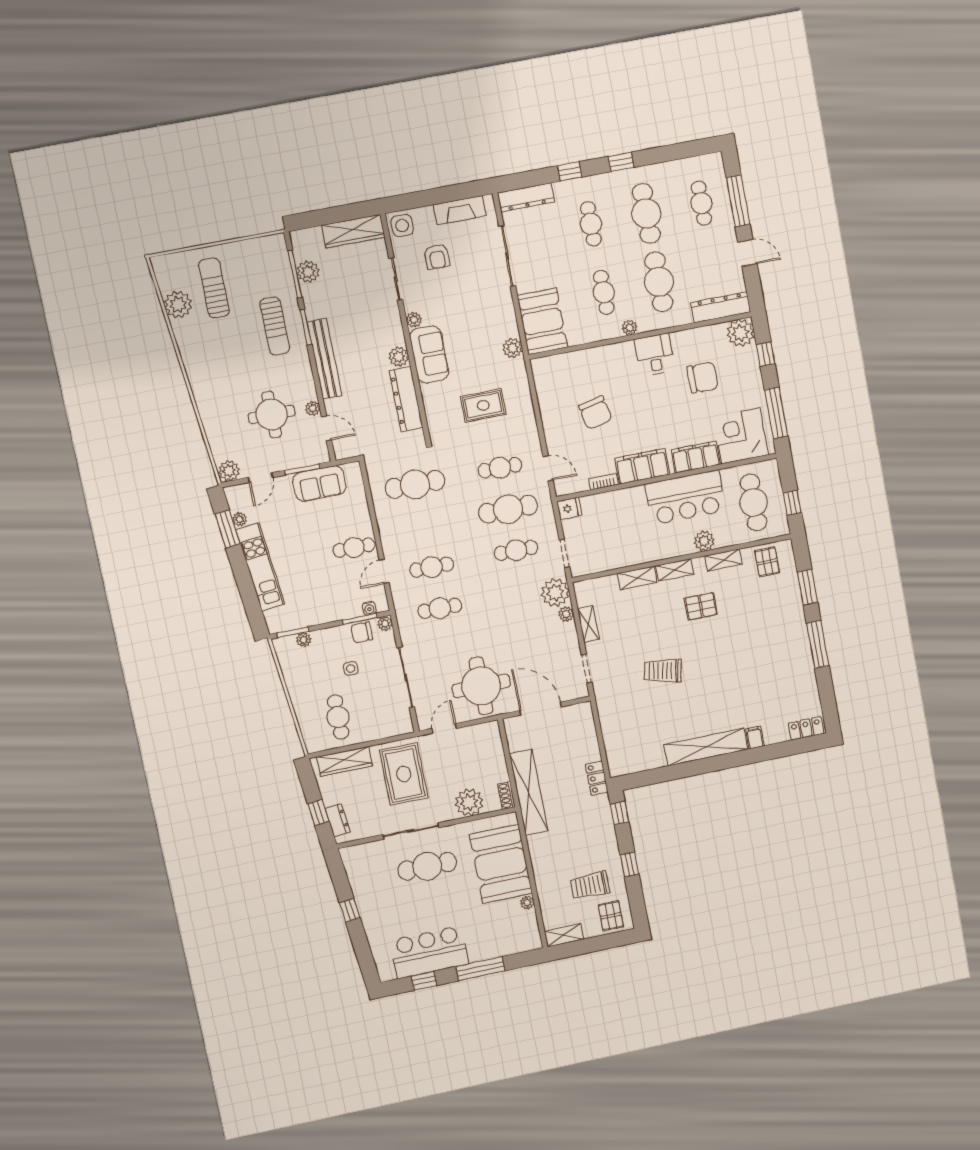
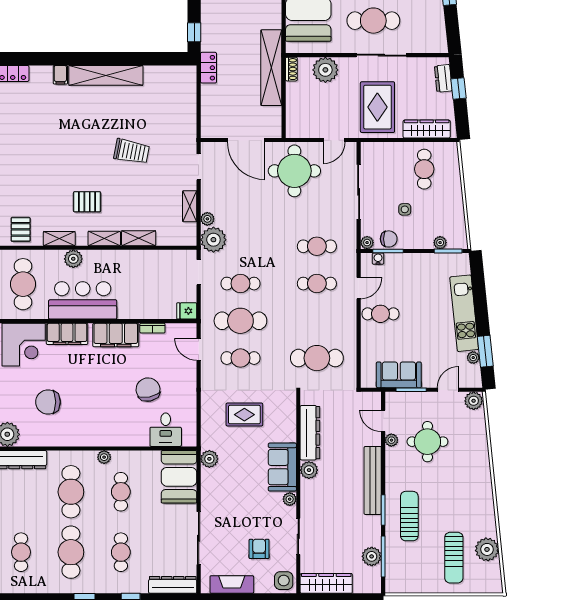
desk: (655, 355) -> (166, 430), moved

